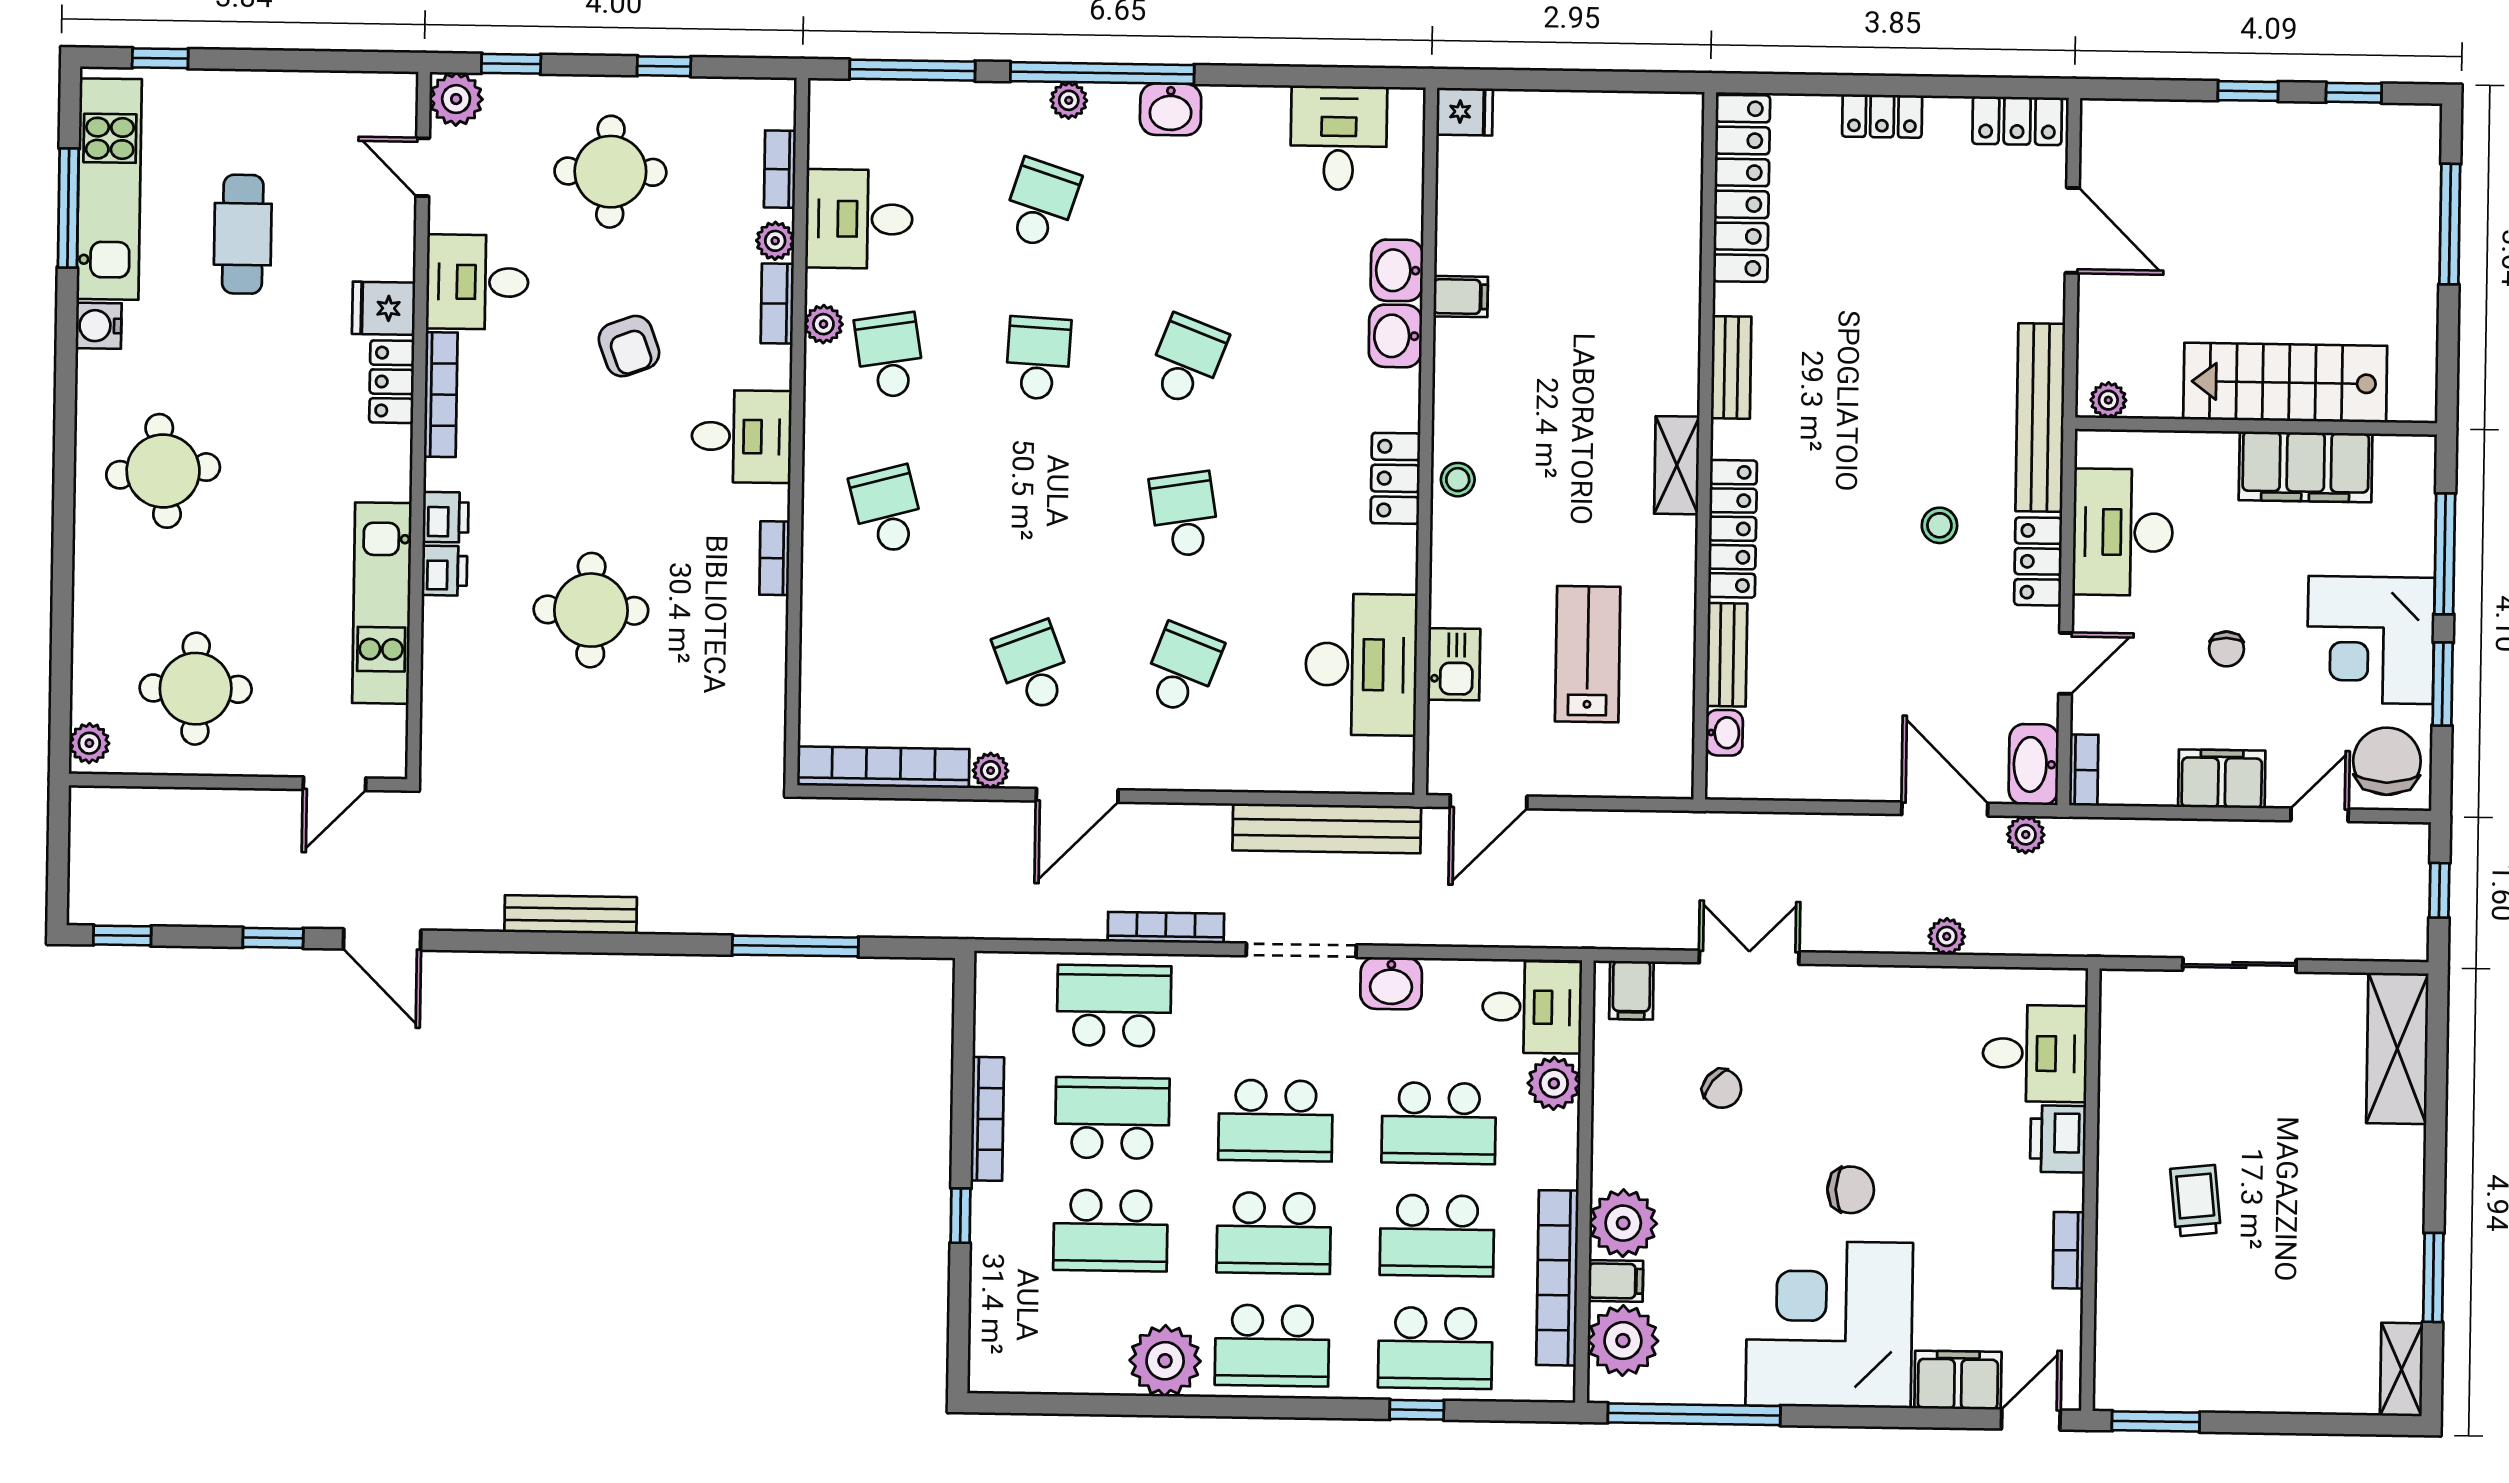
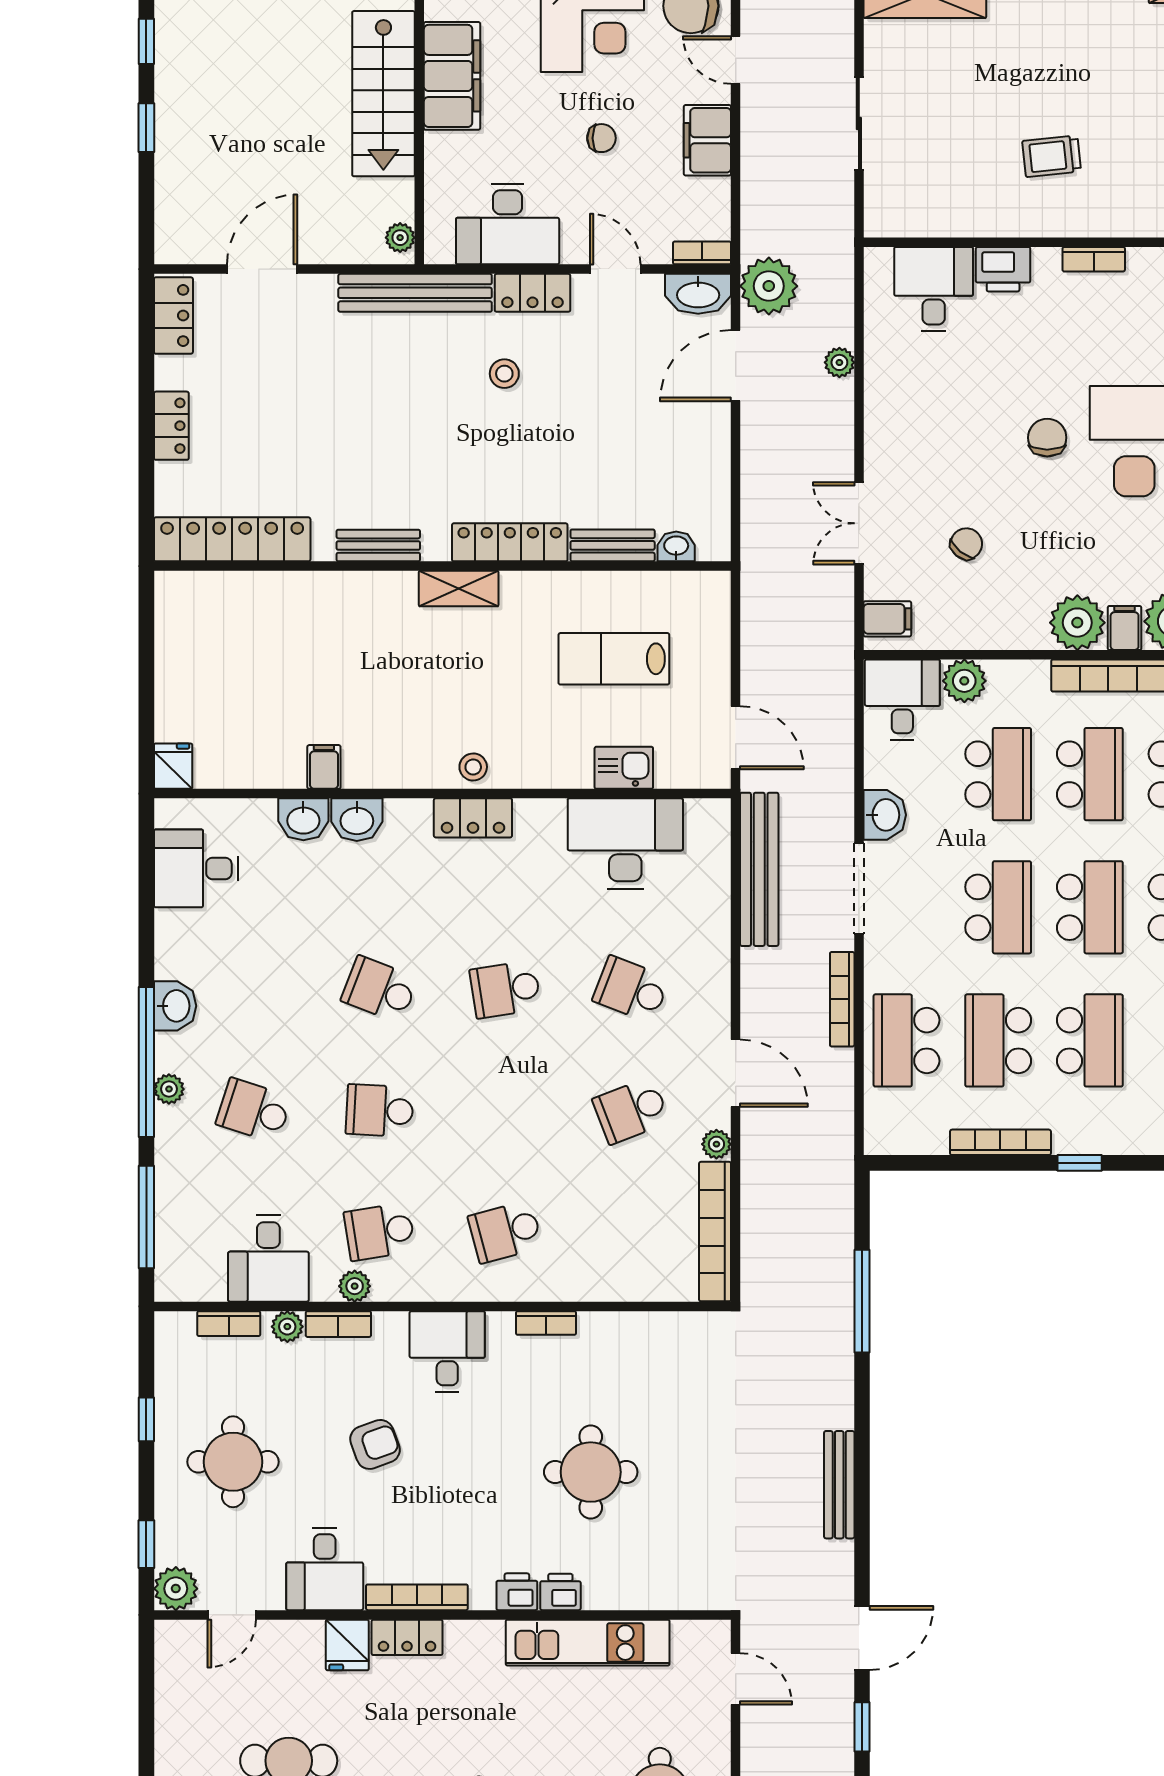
plant: (2026, 835) -> (769, 286), width x1.88, depth x1.88

